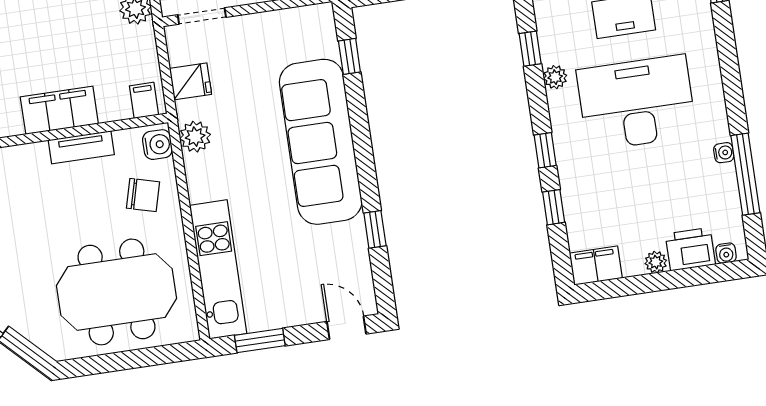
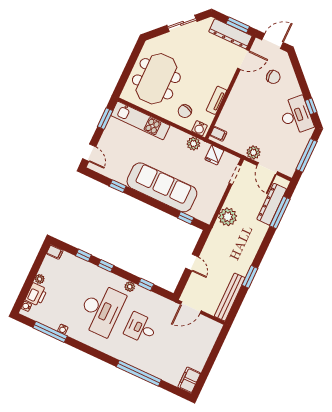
filing cabinet: (59, 110) -> (235, 101), removed
filing cabinet: (596, 266) -> (55, 252), width x0.50
door: (347, 328) -> (89, 153), hinge flipped

